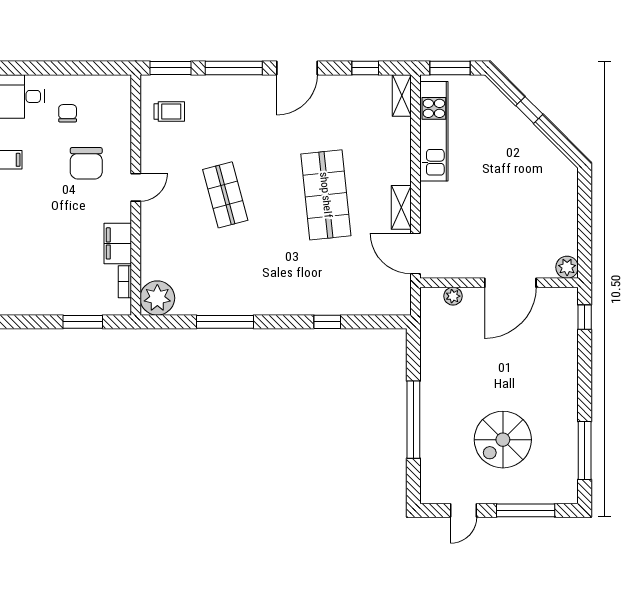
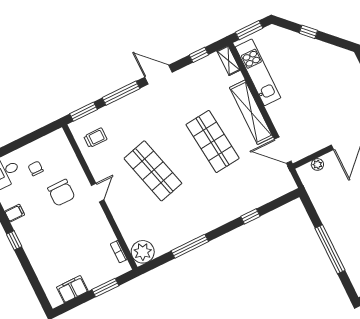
door: (297, 68) -> (158, 75), swing flipped
shop shelf: (225, 195) -> (153, 171), width x1.43, depth x1.36
shelving: (401, 207) -> (251, 112), width x2.20, depth x1.33
filing cabinet: (118, 243) -> (72, 289), moved, turned 90

